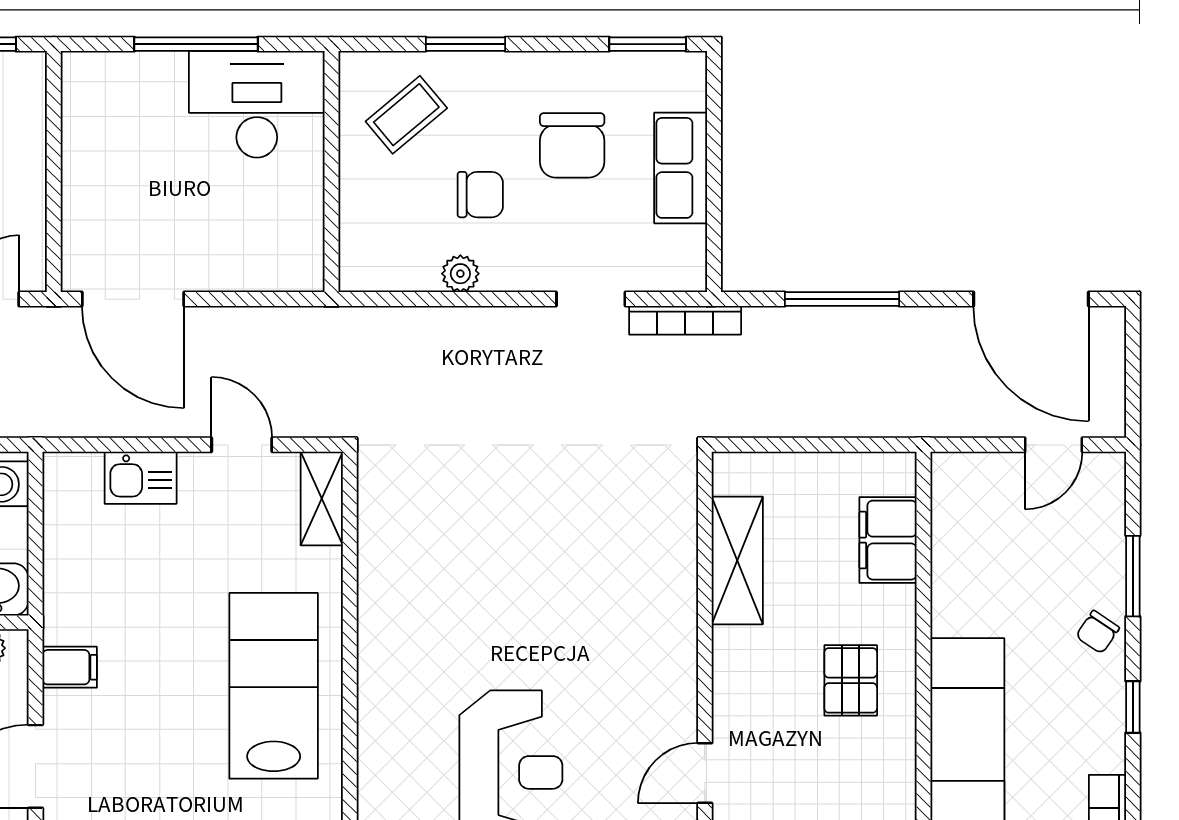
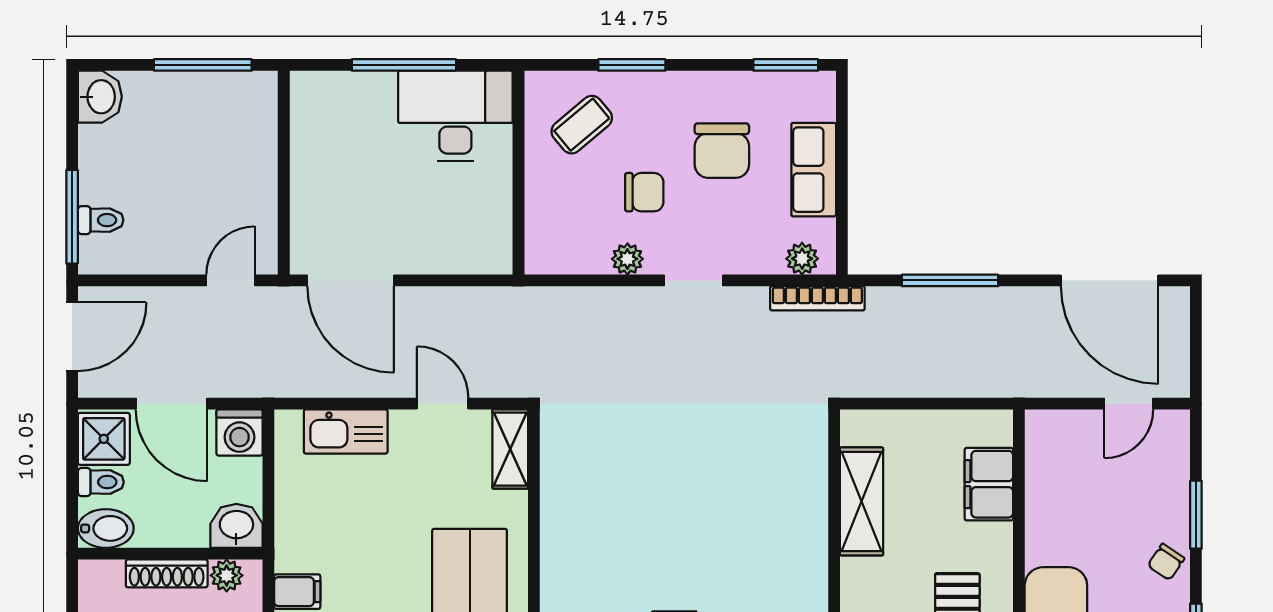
plant: (667, 273) -> (802, 259), added
doorway: (591, 299) -> (693, 280), moved
kitchen sink: (141, 478) -> (346, 431), width x1.38

